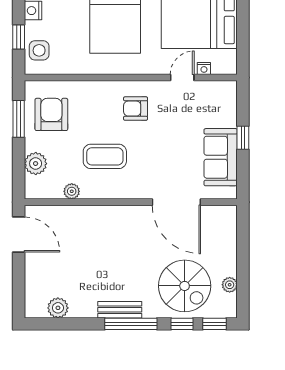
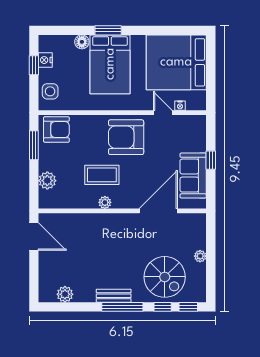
window: (19, 37) -> (34, 65), moved
door: (182, 77) -> (163, 113), hinge flipped
armchair: (136, 109) -> (126, 137), width x1.88, depth x1.88
armchair: (51, 114) -> (56, 129), moved, turned 90
plant: (72, 191) -> (105, 202), moved
door: (176, 202) -> (158, 211), swing flipped
plant: (230, 285) -> (200, 256), moved

